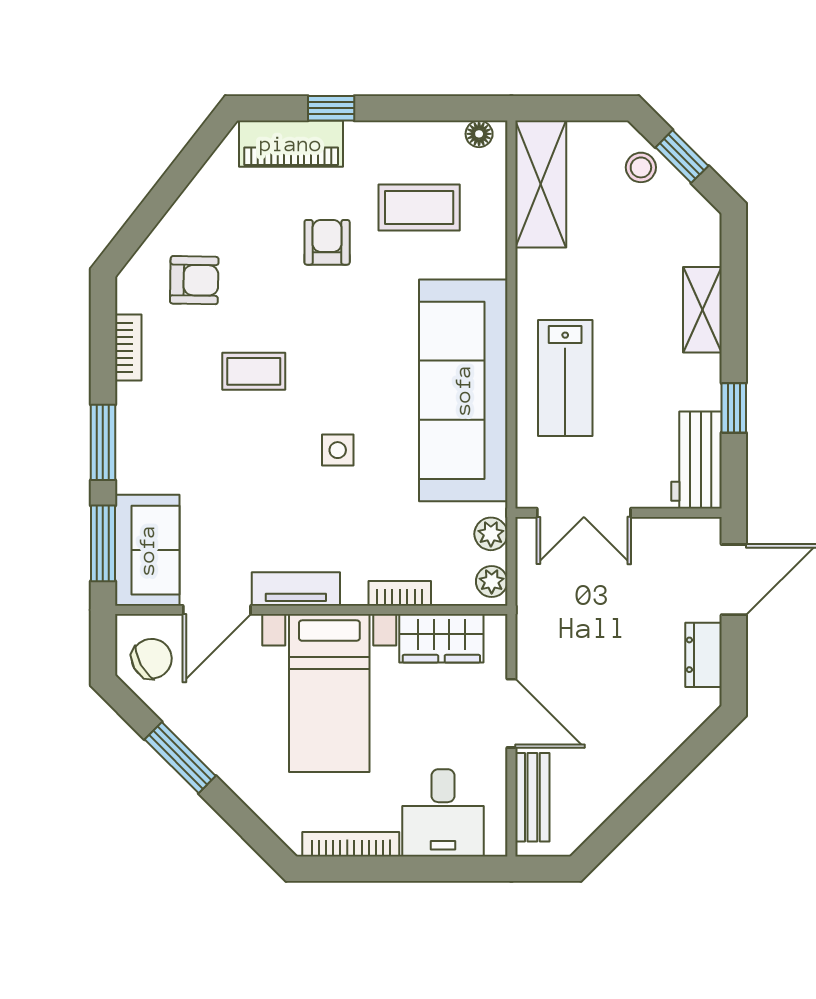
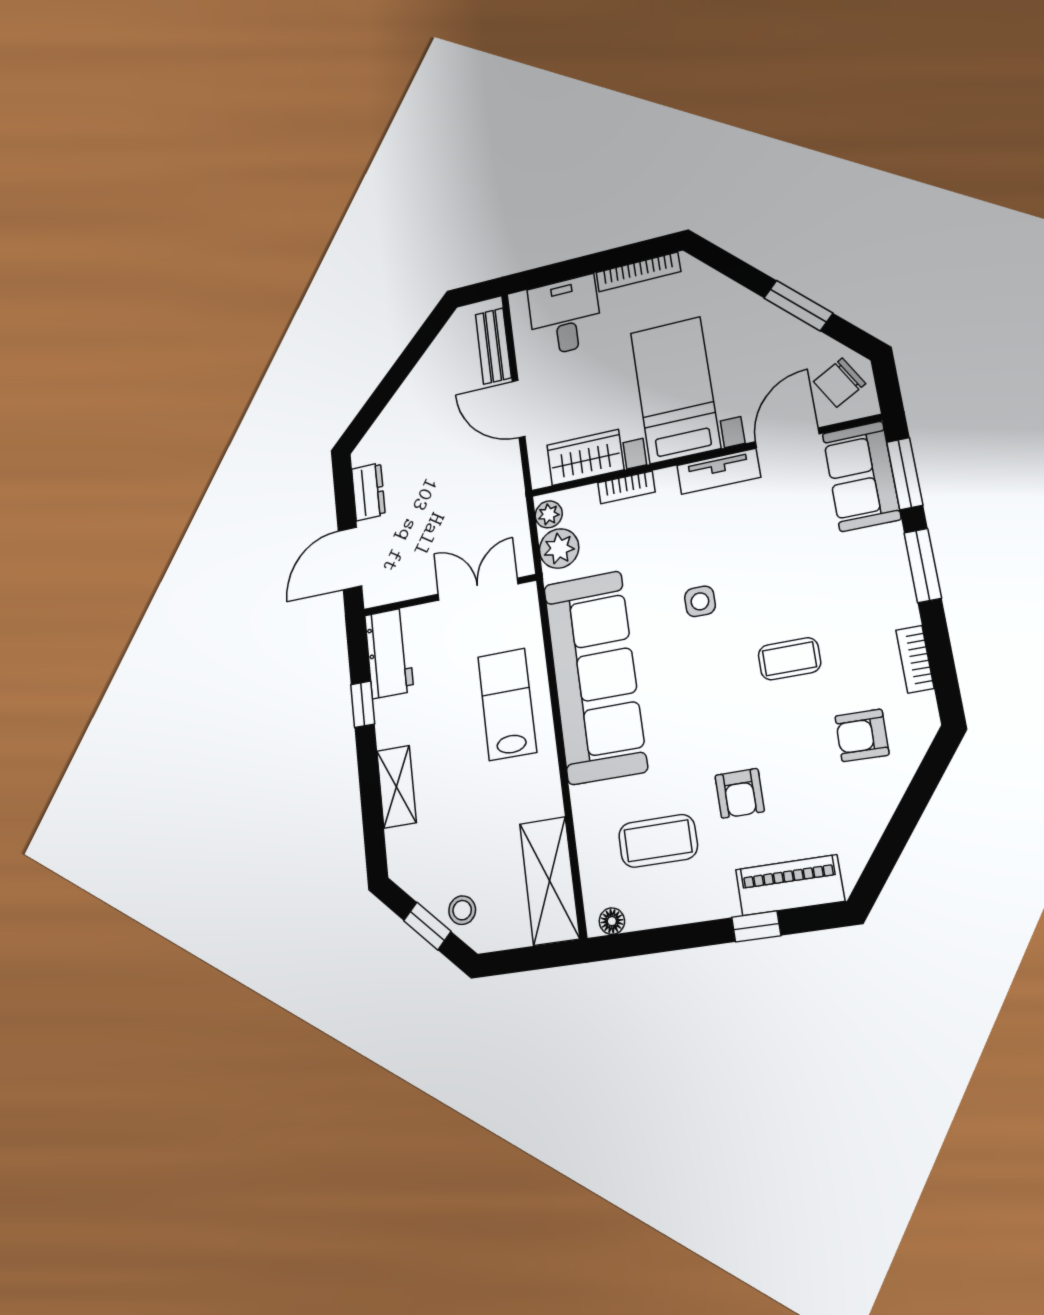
plant: (491, 534) -> (559, 548), width x1.38, depth x1.38

